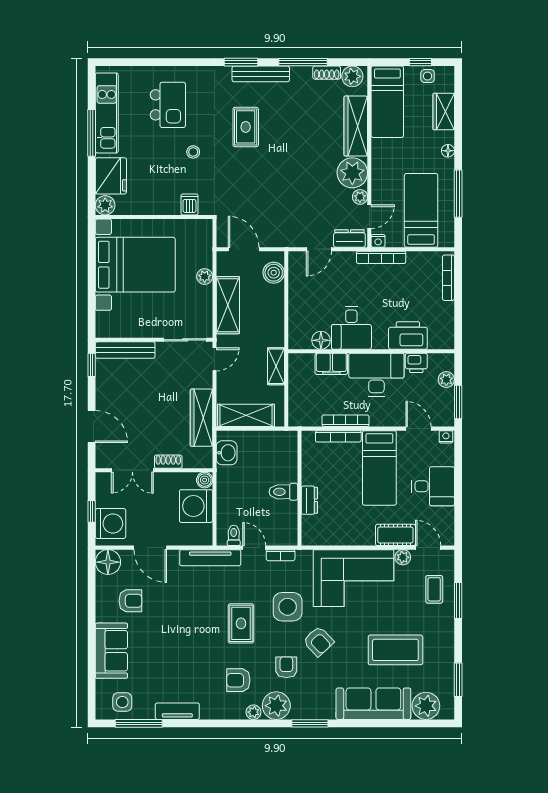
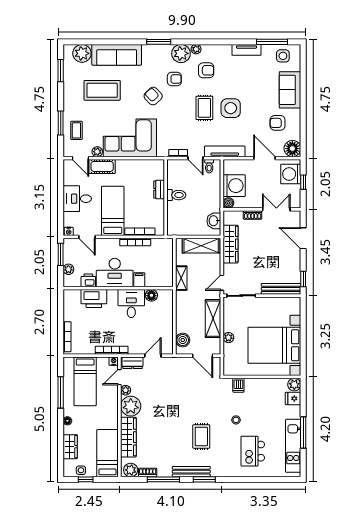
fridge: (111, 176) -> (293, 398), width x0.53, depth x0.75
filing cabinet: (331, 364) -> (139, 280), width x0.50
side table: (288, 607) -> (231, 108), moved
armchair: (286, 667) -> (174, 79), turned -90

